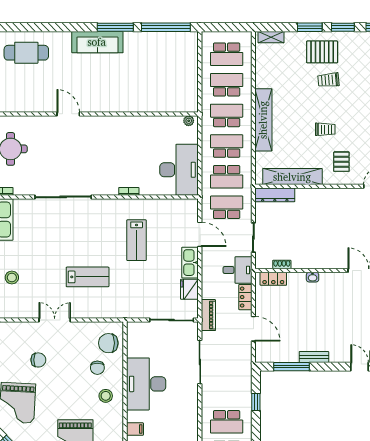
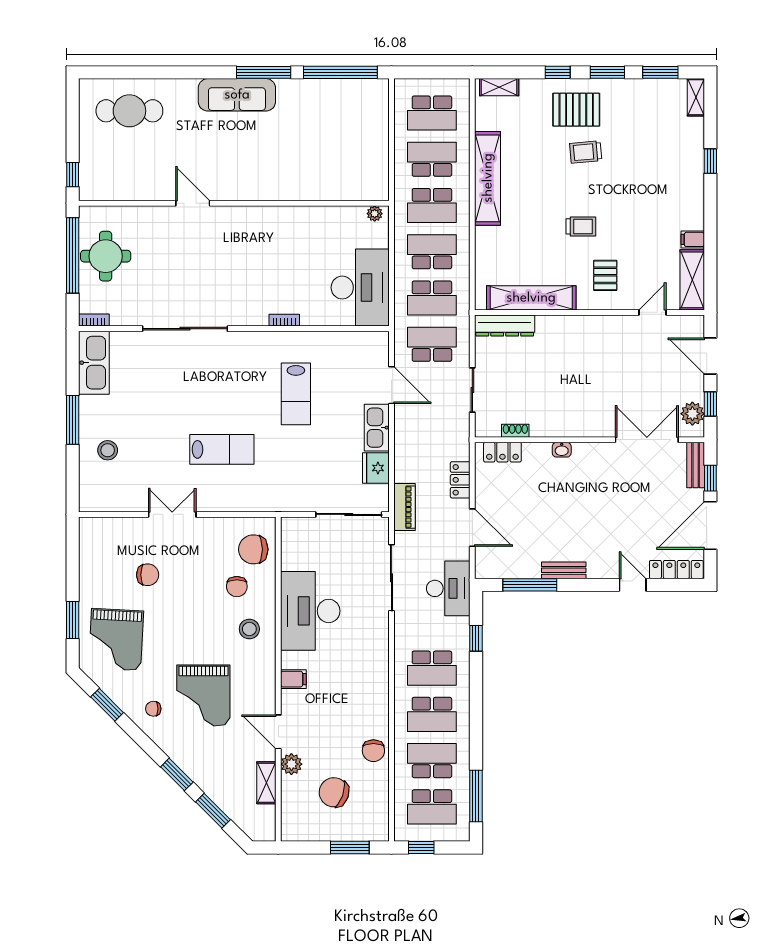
window: (310, 27) -> (558, 72), width x0.67
school desk: (227, 115) -> (432, 206), turned 180
shelving: (263, 120) -> (488, 178), moved
desk: (237, 270) -> (448, 588), moved, width x1.37

